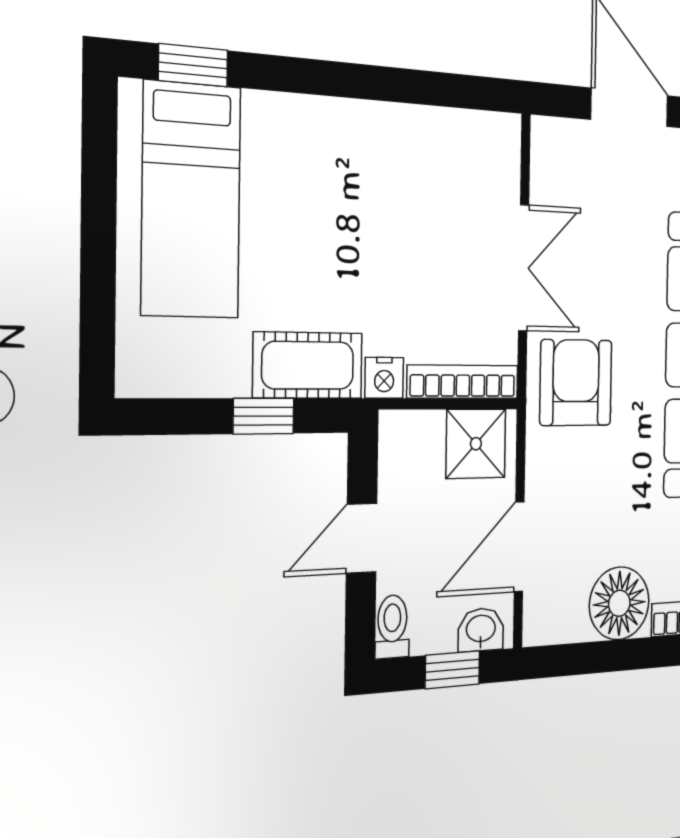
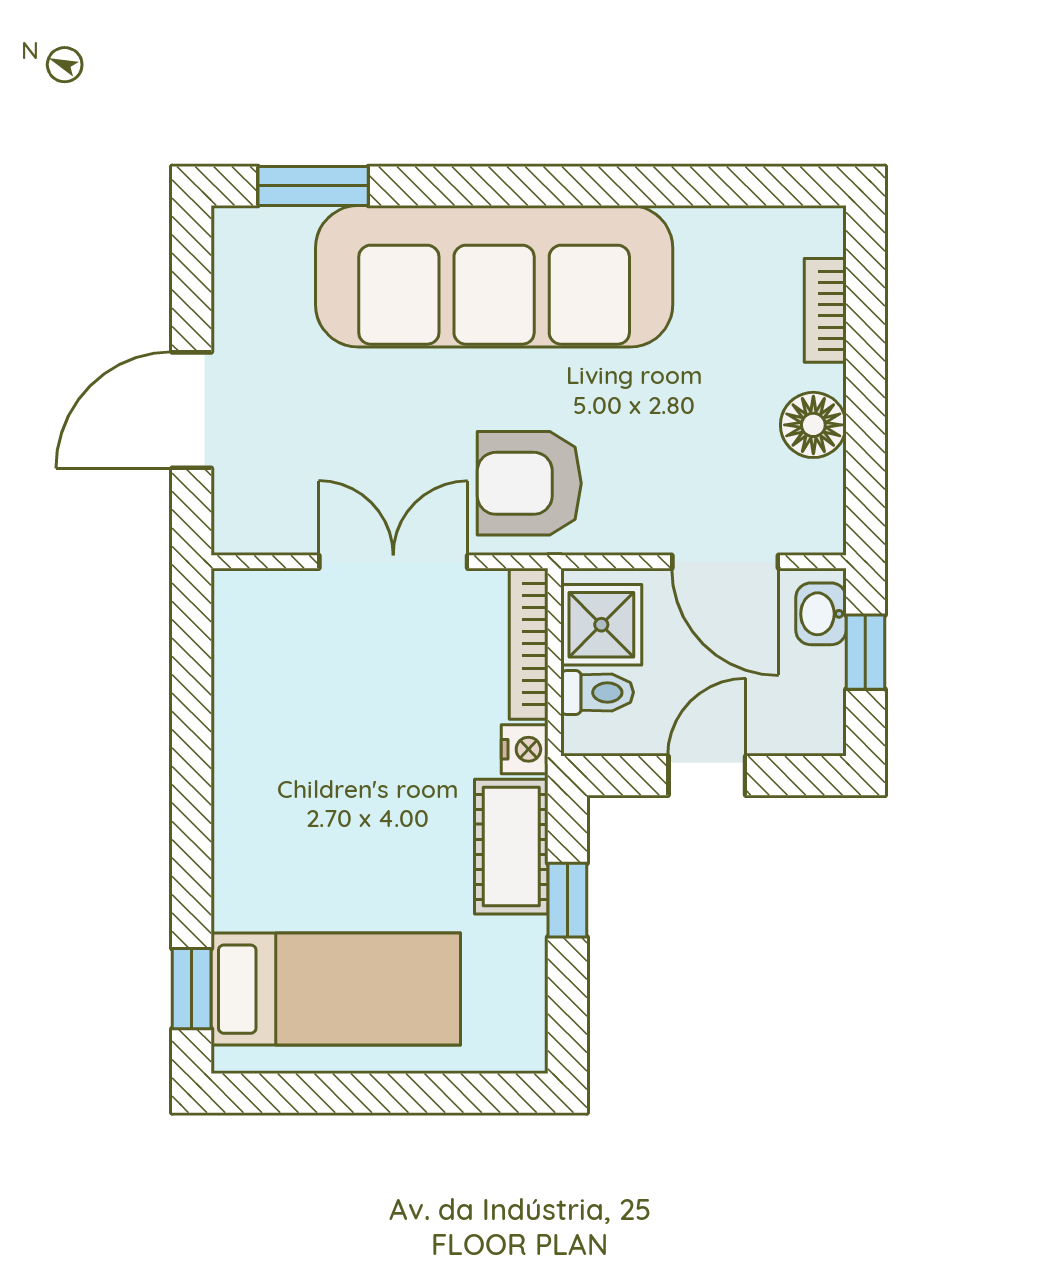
door: (362, 538) -> (707, 776), swing flipped
floor lamp: (619, 603) -> (813, 425), width x0.73, depth x0.73
toilet: (392, 627) -> (597, 692), moved, turned 180

